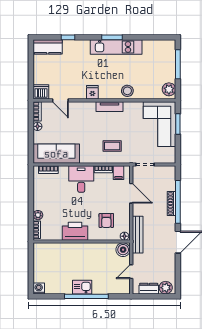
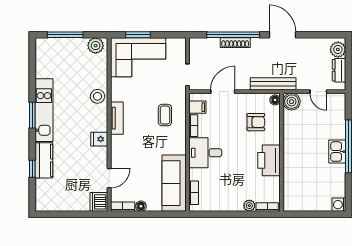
kitchen counter: (48, 47) -> (44, 160), moved

